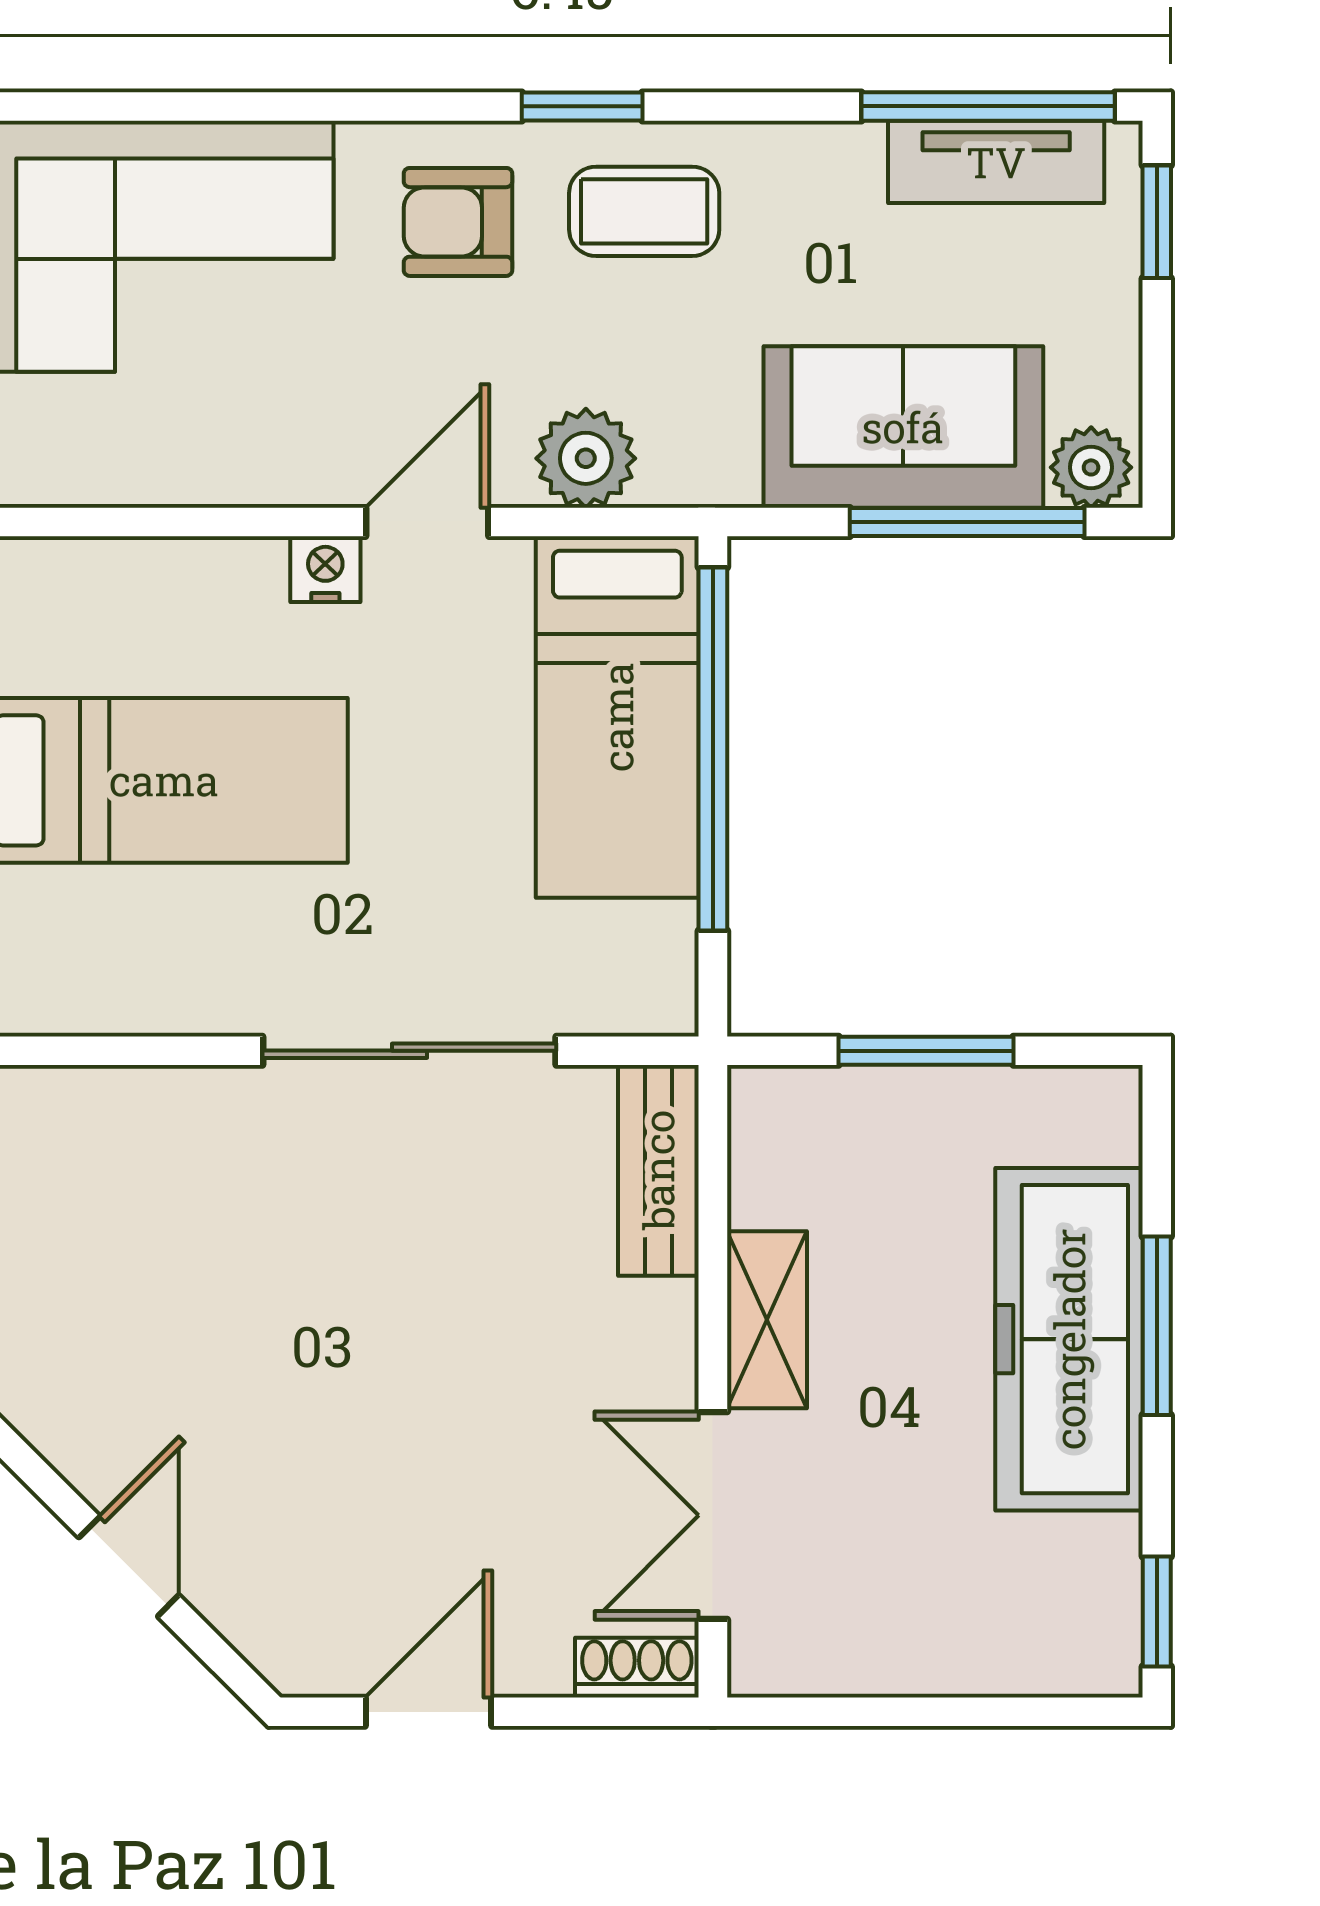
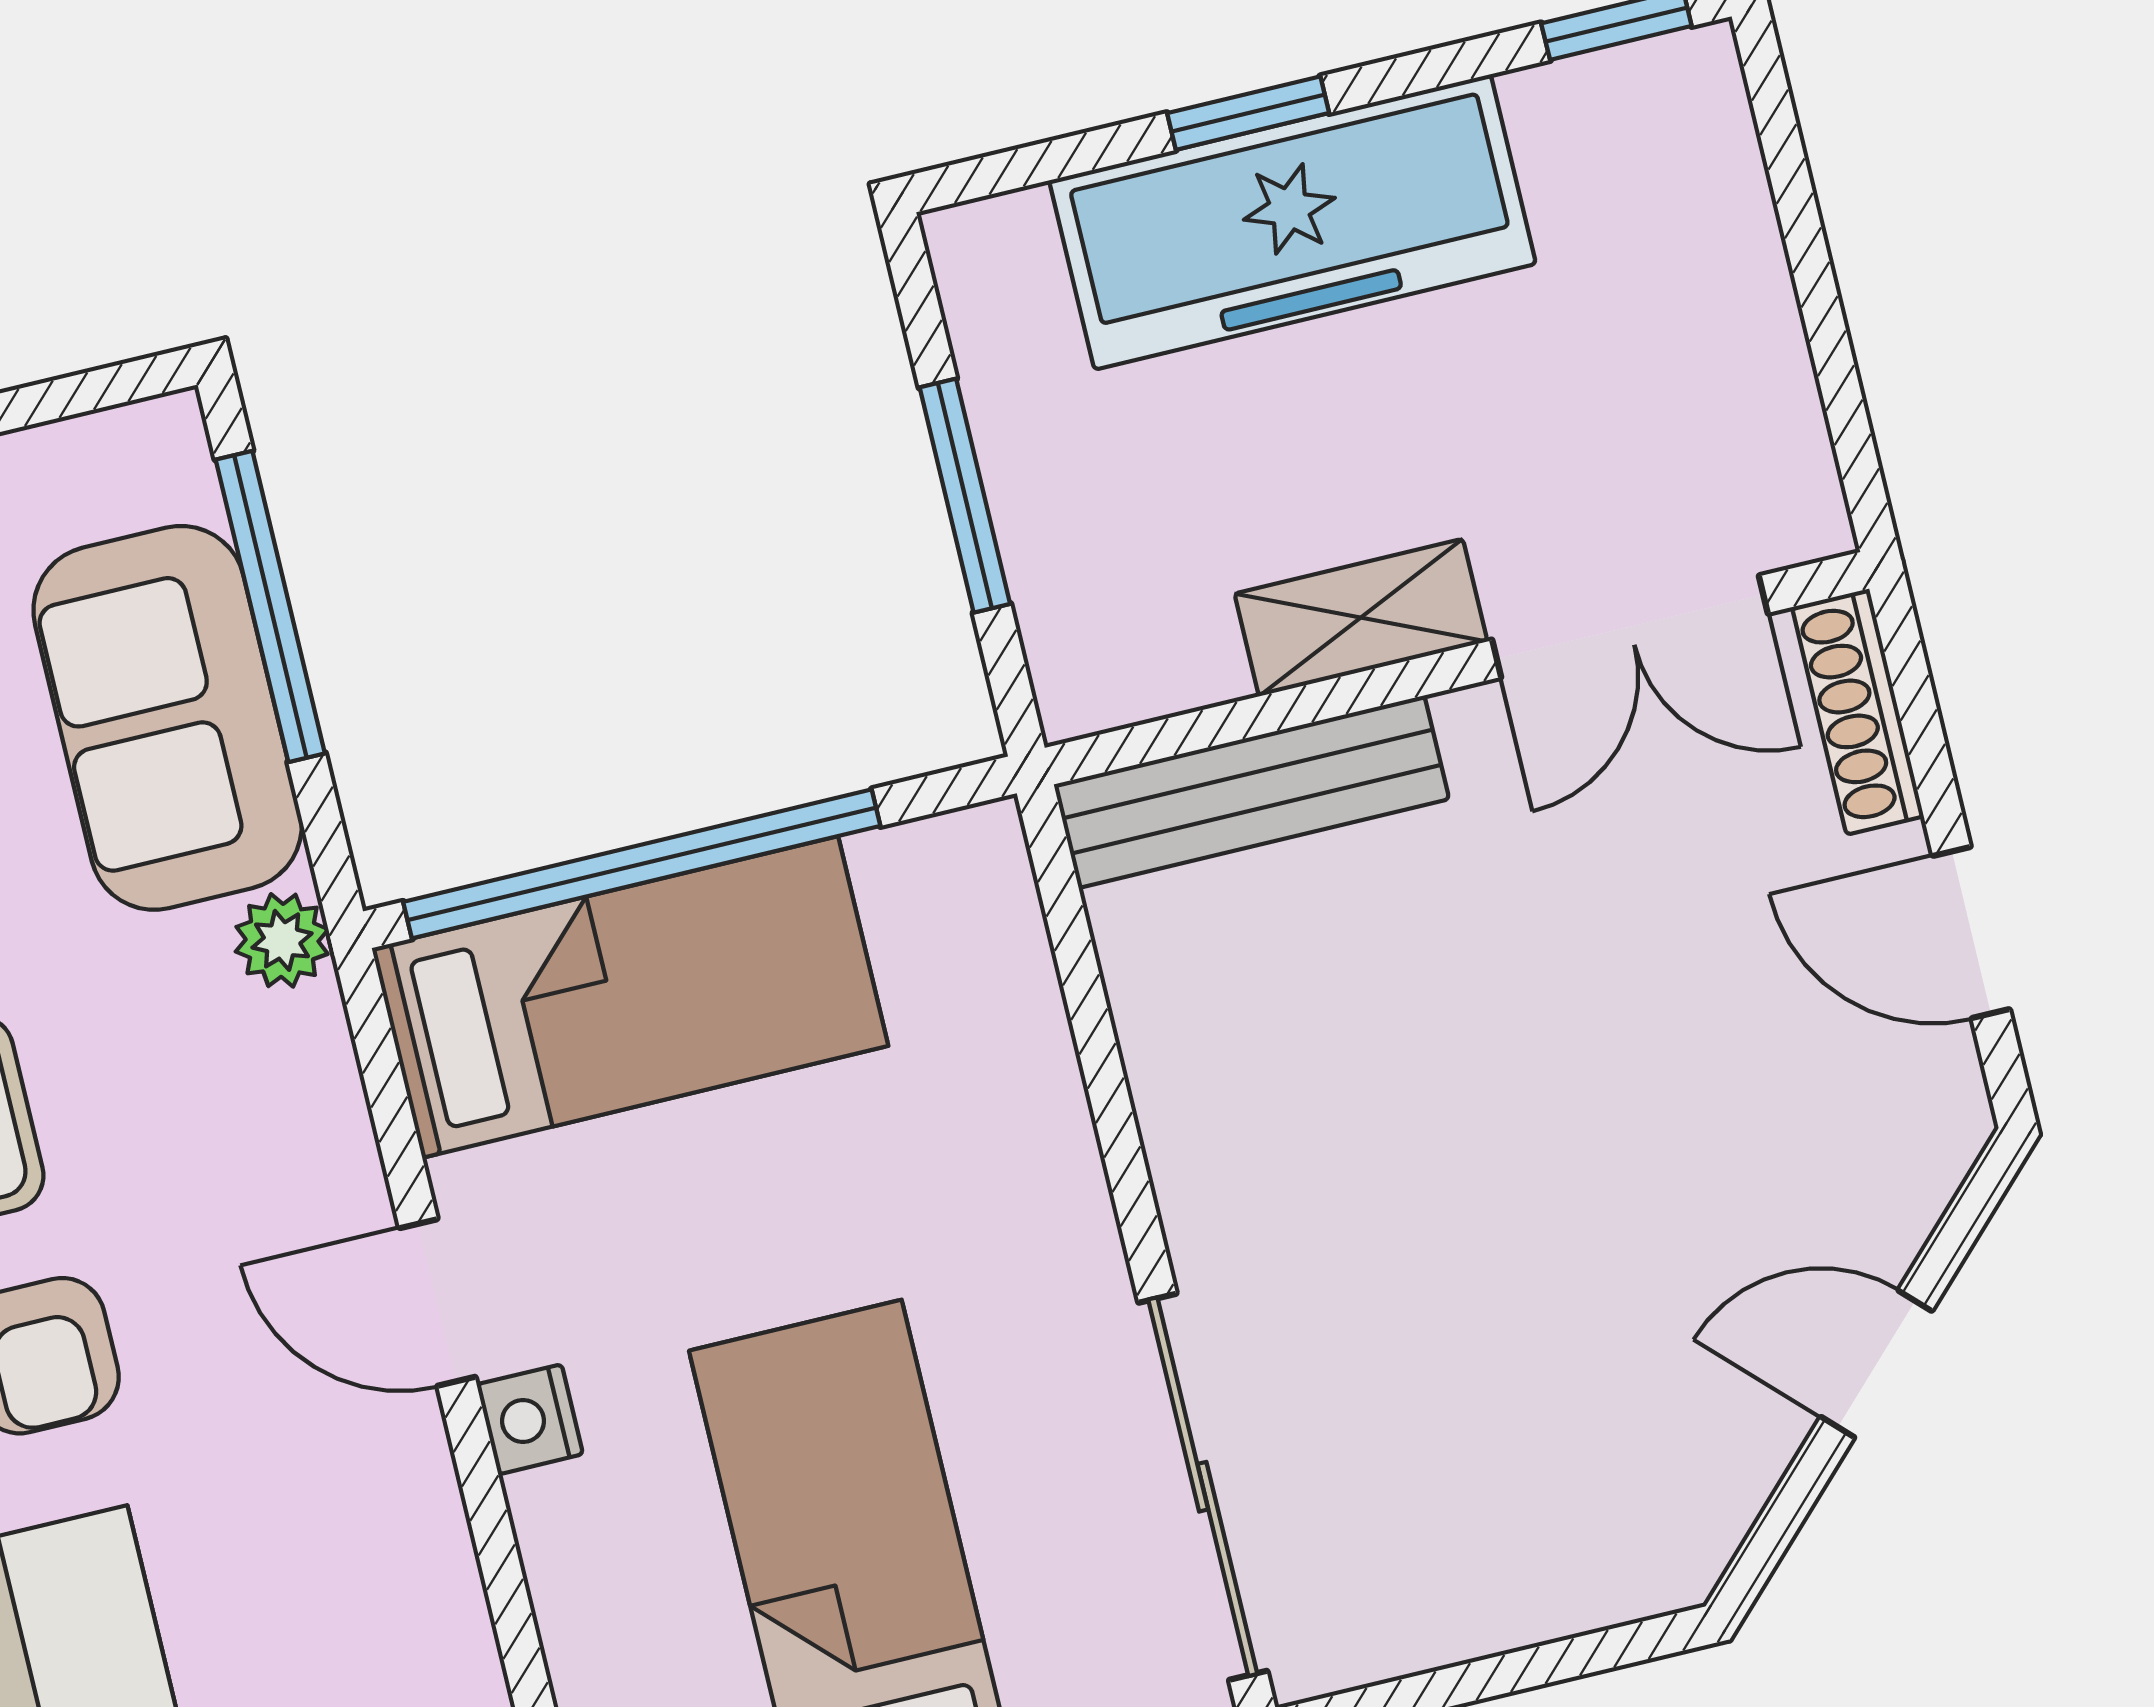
plant: (586, 458) -> (282, 940), moved, width x0.73, depth x0.73
plant: (1091, 467) -> (162, 463), removed
sliding door: (409, 1051) -> (1203, 1487), moved
bench: (658, 1170) -> (1251, 792), width x1.36
window: (1157, 1326) -> (1248, 113), width x0.67
shoe rack: (637, 1668) -> (1858, 712), width x1.43

